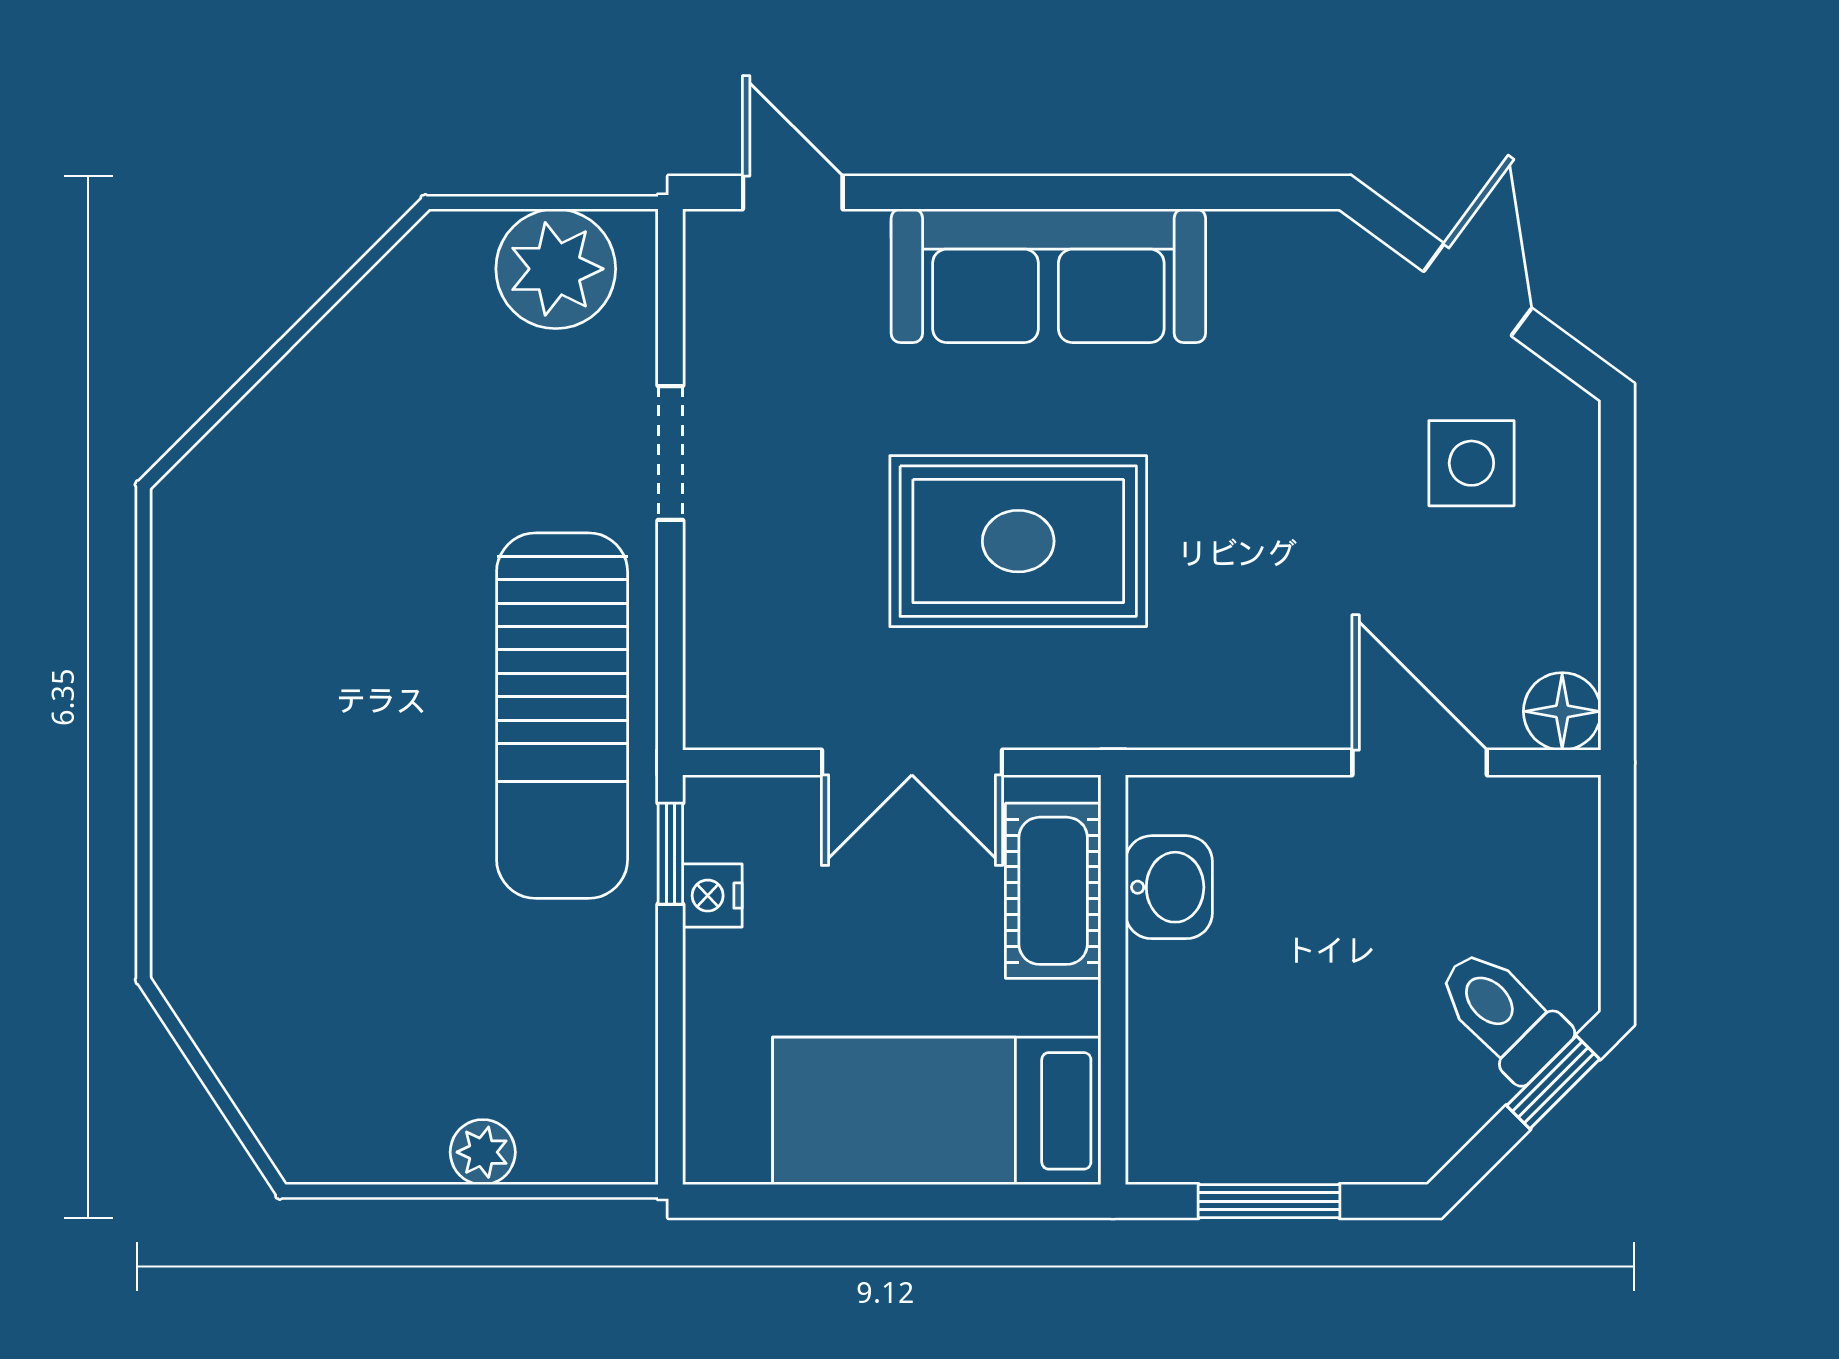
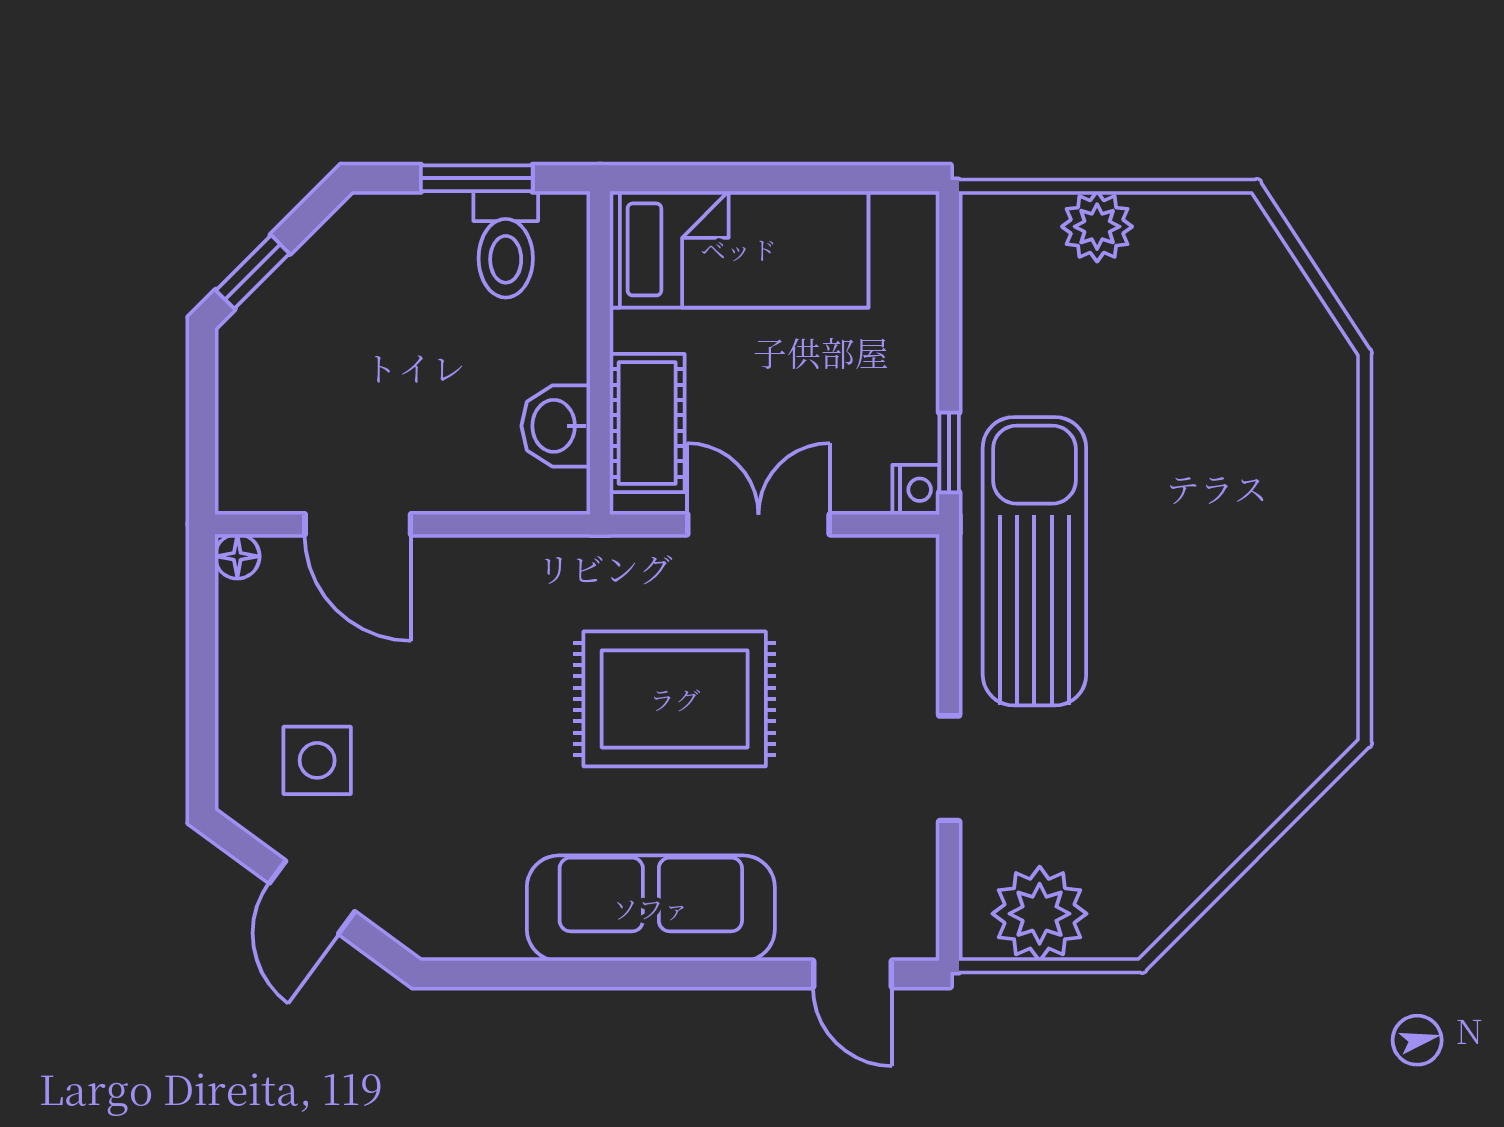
floor lamp: (1562, 711) -> (237, 556), width x0.73, depth x0.73
nightstand: (712, 896) -> (916, 490), moved
toilet: (1503, 1014) -> (506, 244), moved, turned 45
plant: (483, 1152) -> (1097, 227), width x1.38, depth x1.38

